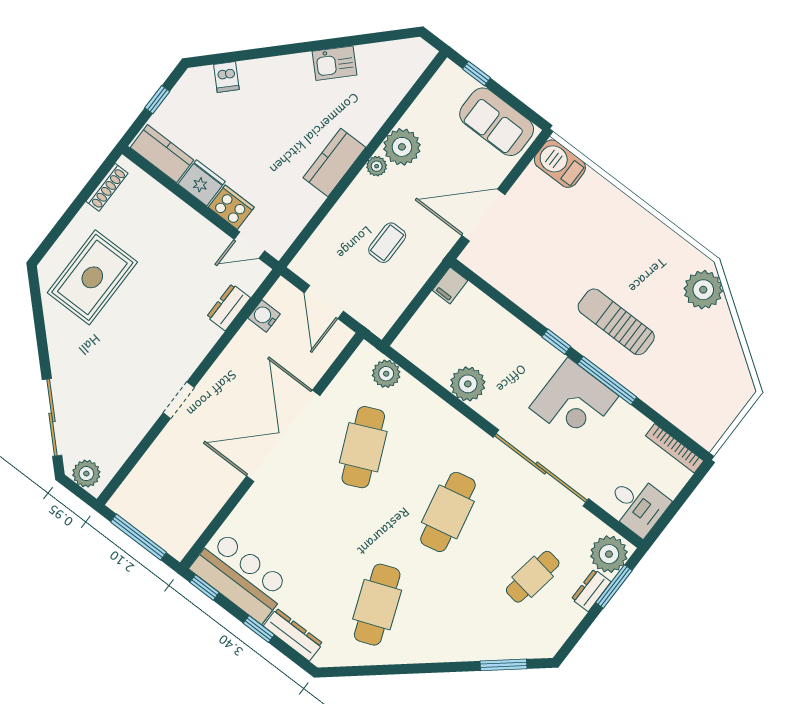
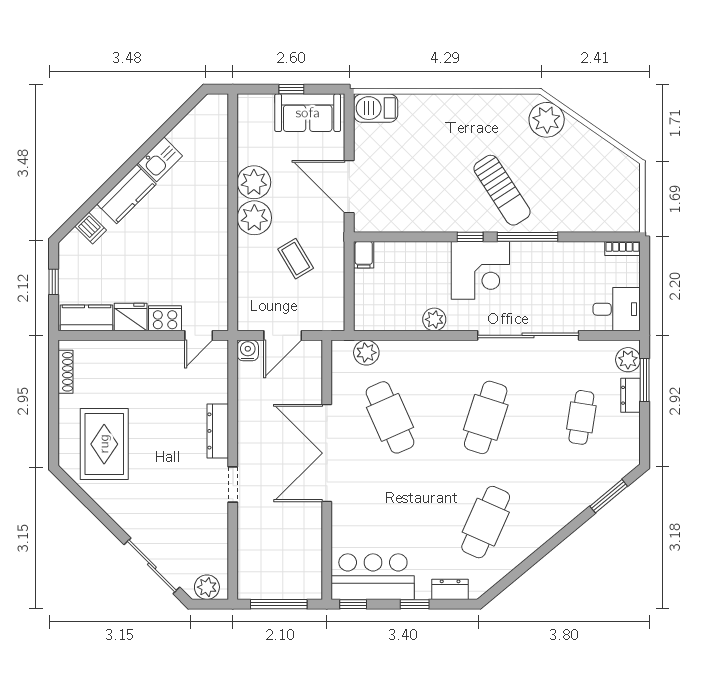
window: (477, 73) -> (291, 89), moved
kitchen counter: (334, 162) -> (127, 194), moved, turned -135
plant: (377, 166) -> (254, 218), width x1.87, depth x1.87
door: (483, 215) -> (349, 187), hinge flipped
coffee table: (387, 243) -> (296, 259), turned -31
door: (324, 302) -> (283, 335), hinge flipped
dresser: (229, 307) -> (218, 431), moved, width x1.44
water cooler: (264, 316) -> (248, 350), moved, turned 90
sun lounger: (616, 322) -> (502, 190), turned -123
plant: (468, 384) -> (434, 319), width x0.73, depth x0.73
corner desk: (574, 402) -> (480, 270), moved
bookcase: (675, 448) -> (622, 248), width x0.64
cafe table: (448, 512) -> (486, 417), turned 30
plant: (609, 554) -> (628, 360), width x0.73, depth x0.73
cafe table: (377, 605) -> (486, 522), turned 45
dresser: (293, 635) -> (450, 589), width x0.70

